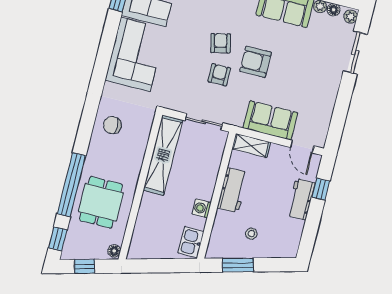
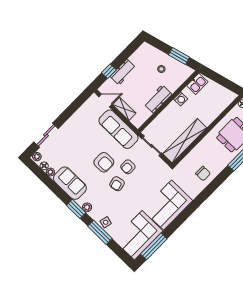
sofa: (270, 120) -> (119, 129), width x1.36
shelving: (251, 146) -> (124, 109), moved
door: (302, 147) -> (105, 101), hinge flipped

